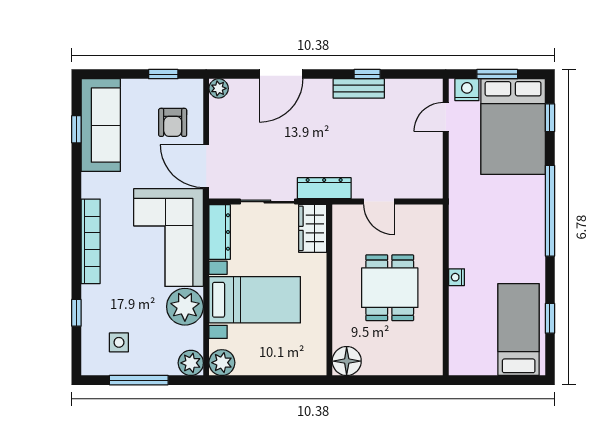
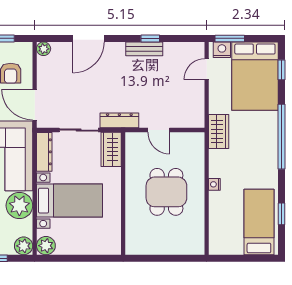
window: (497, 74) -> (230, 38), moved
wardrobe: (462, 204) -> (219, 131), added
floor lamp: (347, 361) -> (136, 245), removed

